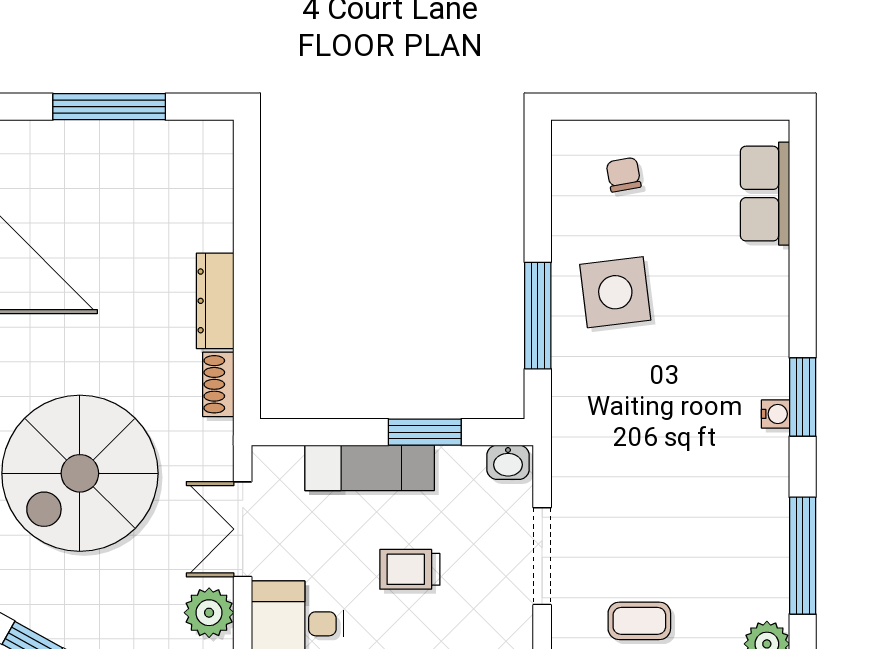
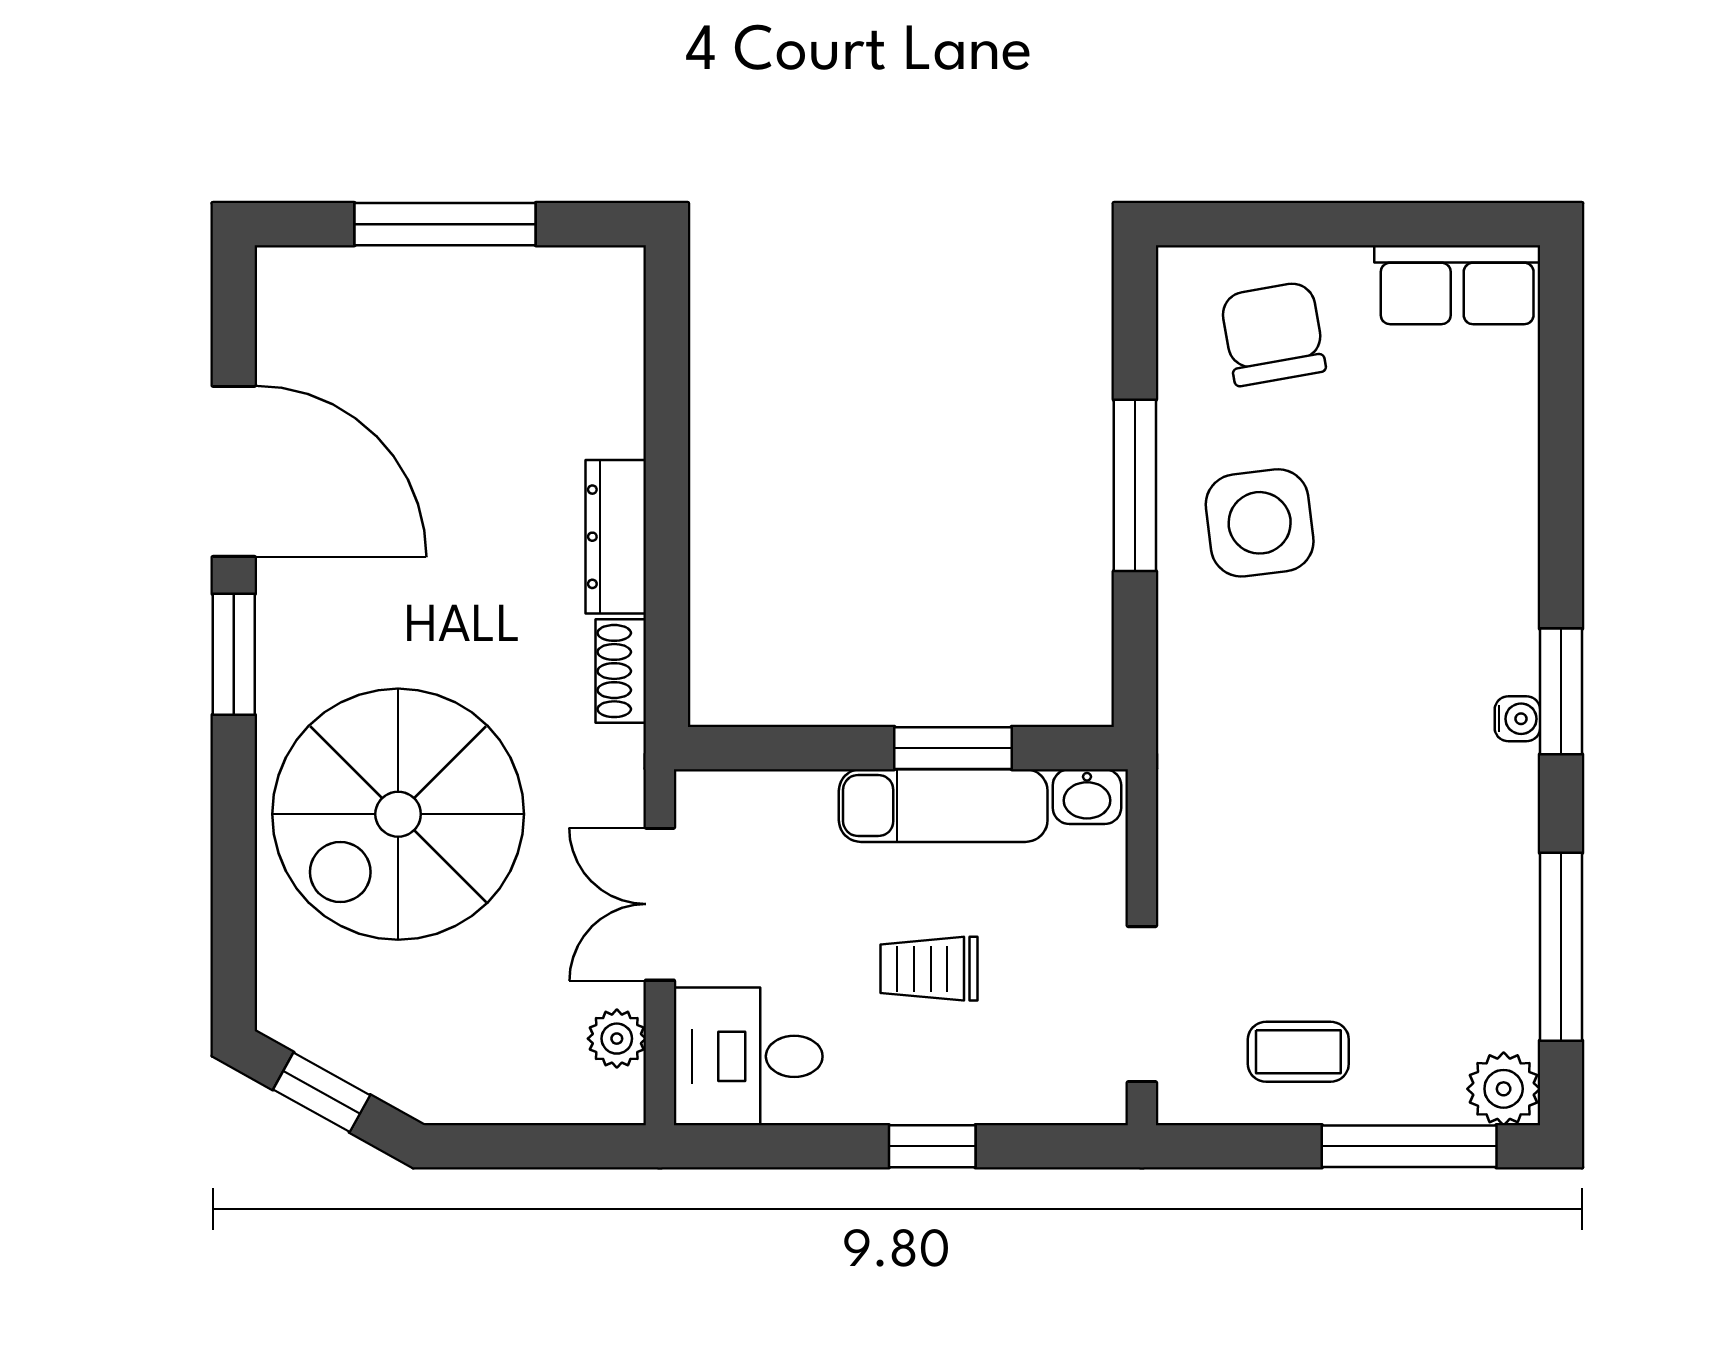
chair: (624, 175) -> (1273, 334), width x1.87, depth x1.87
row of seats: (765, 194) -> (1457, 285), moved, turned -90
window: (538, 316) -> (1135, 485), moved
exam couch: (370, 468) -> (943, 806), moved
doorway: (542, 556) -> (1142, 1004), moved
plant: (209, 613) -> (617, 1039), width x0.73, depth x0.73

